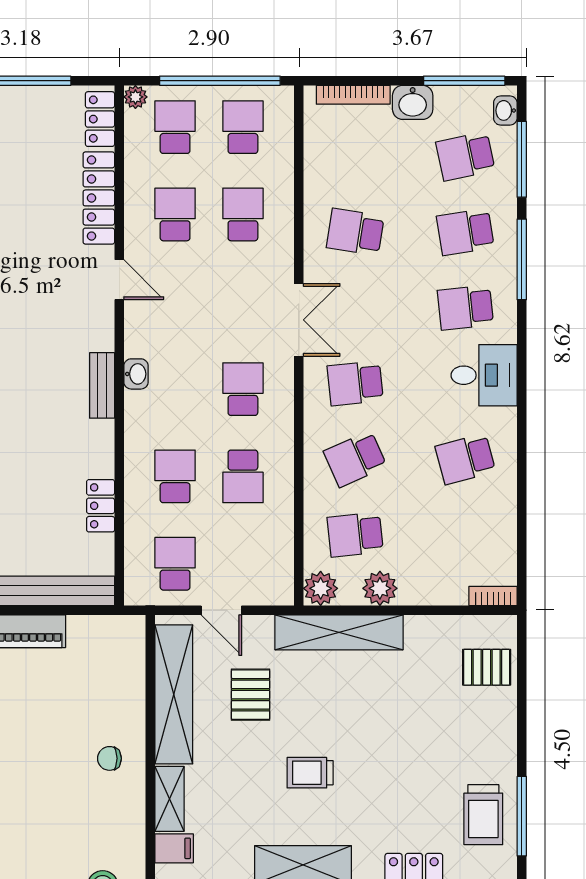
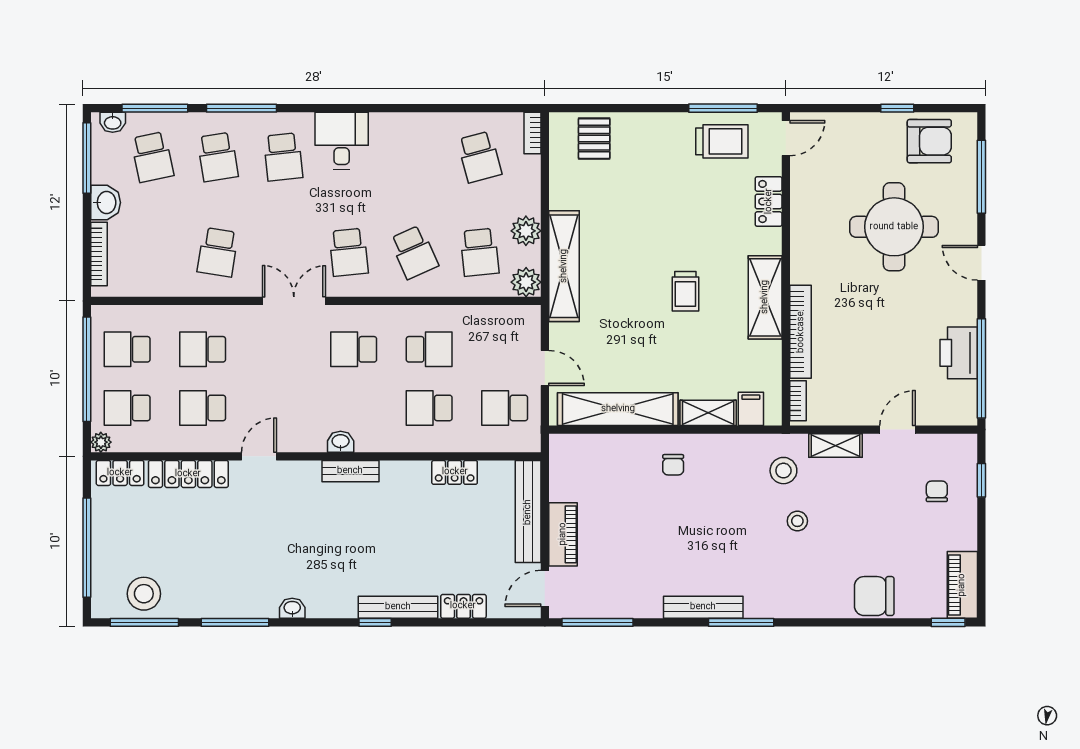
school desk: (465, 459) -> (479, 157), moved
door: (221, 610) -> (545, 368), hinge flipped
pallet: (251, 695) -> (618, 343), removed

